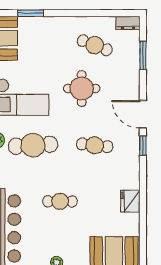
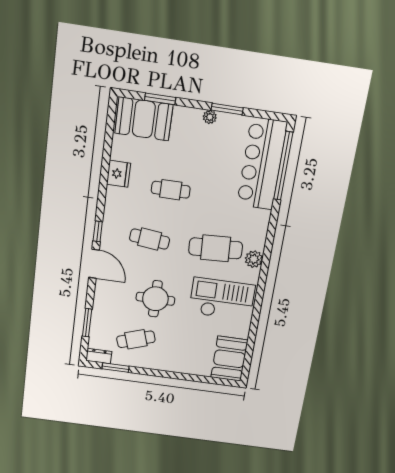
window: (30, 13) -> (115, 368), moved
cafe table: (95, 45) -> (136, 339), turned -39
cafe table: (60, 201) -> (171, 190), moved

